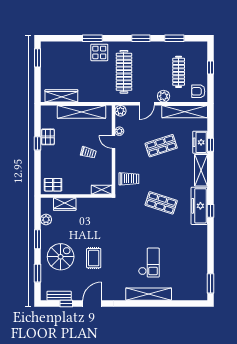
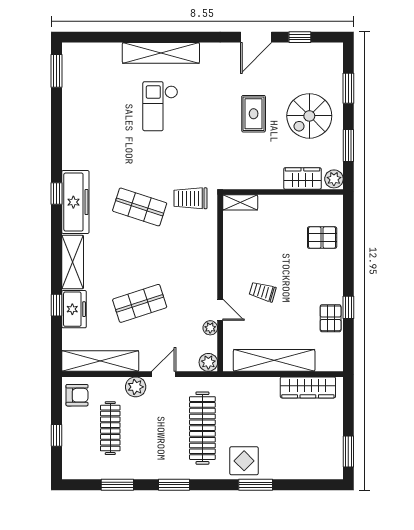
trolley: (129, 179) -> (190, 198), moved
shelving: (102, 190) -> (240, 202), moved
wall: (76, 196) -> (283, 192), moved
wardrobe: (65, 204) -> (302, 178), moved
bench: (59, 296) -> (312, 50), removed

